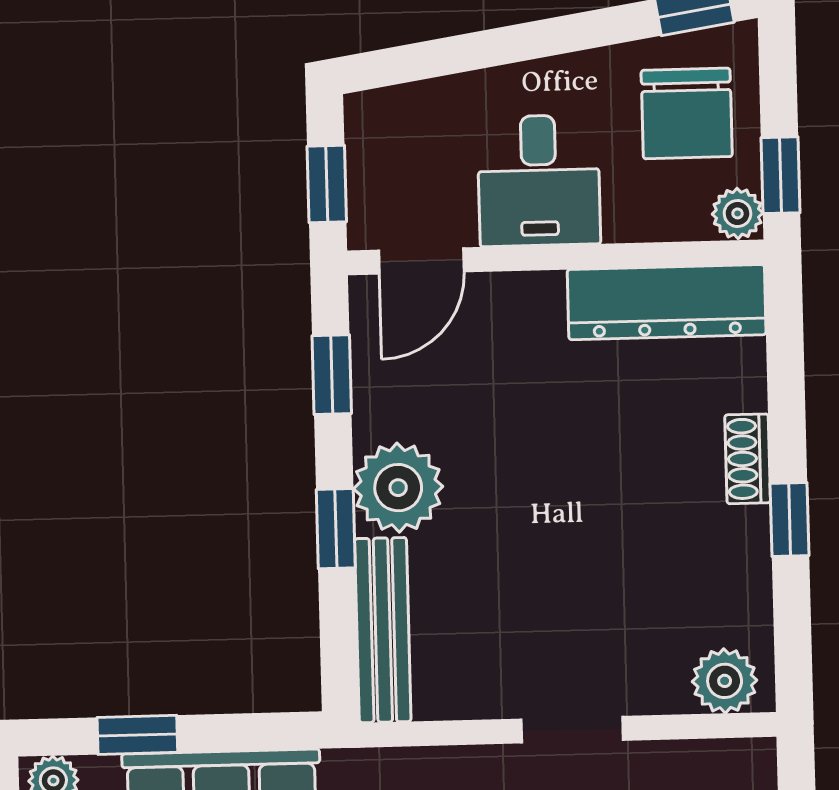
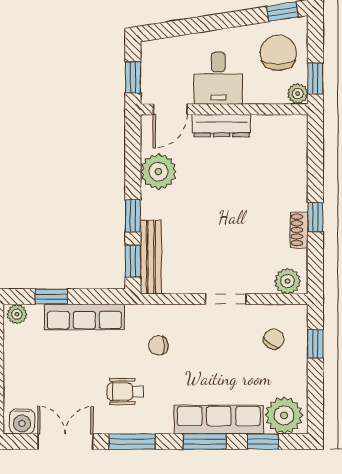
chair: (687, 113) -> (278, 53), turned 180
dresser: (667, 302) -> (222, 126), moved, width x0.73, depth x0.80
window: (332, 375) -> (133, 261), moved
shoe rack: (748, 459) -> (299, 230), moved
plant: (398, 488) -> (158, 172), moved

